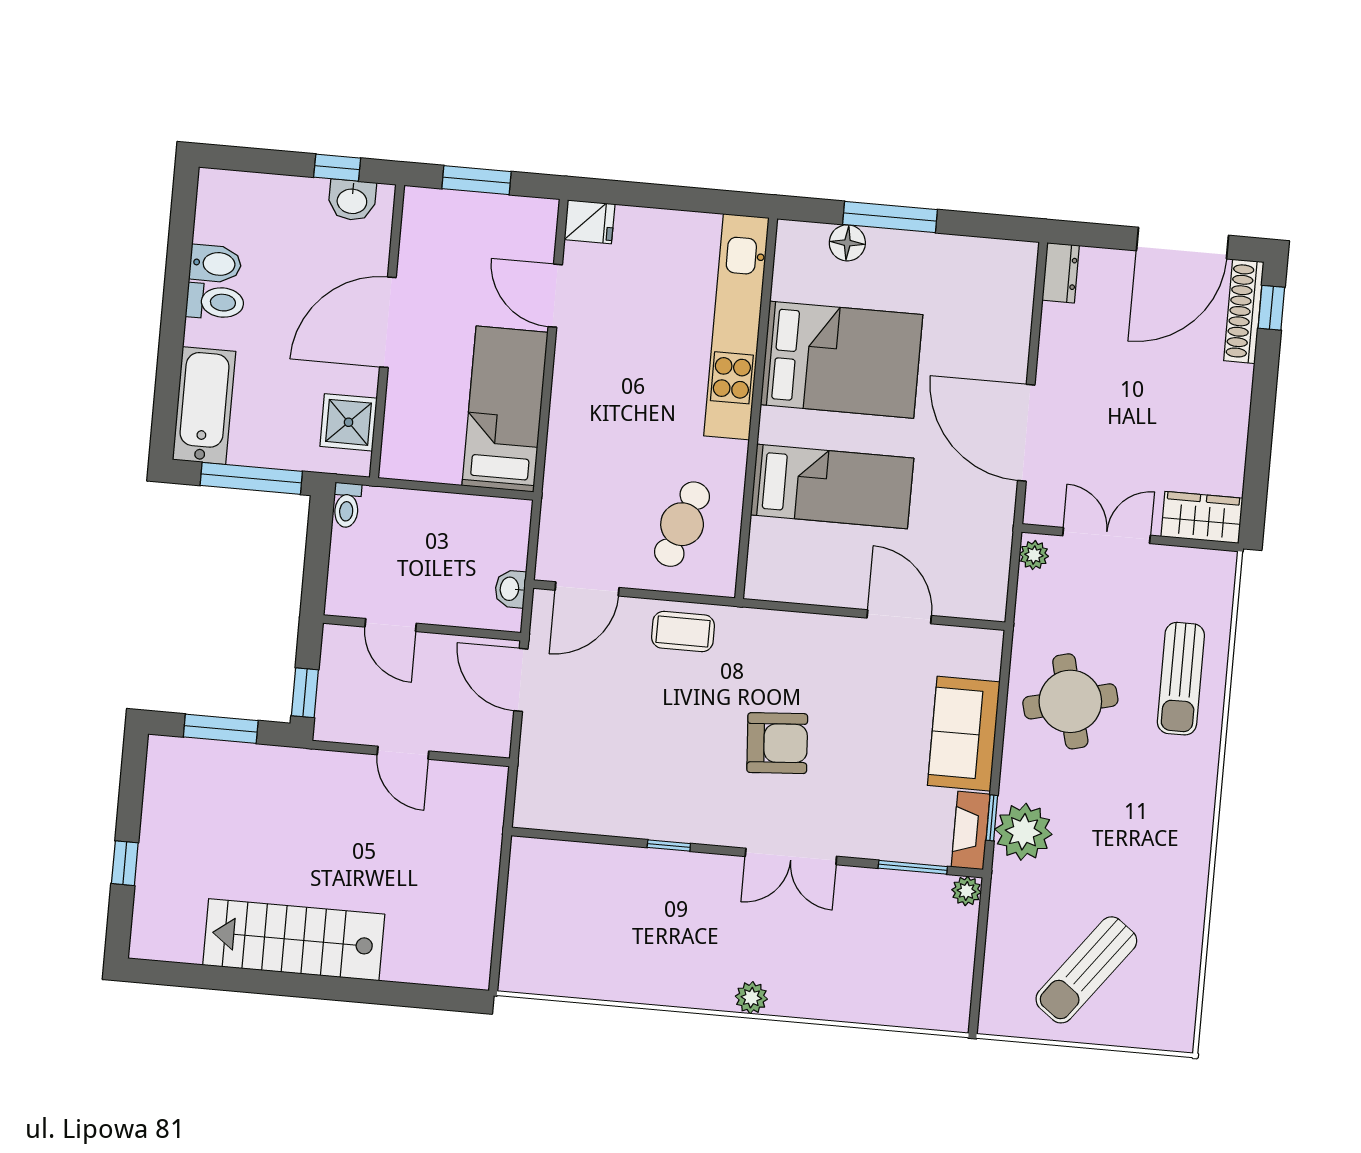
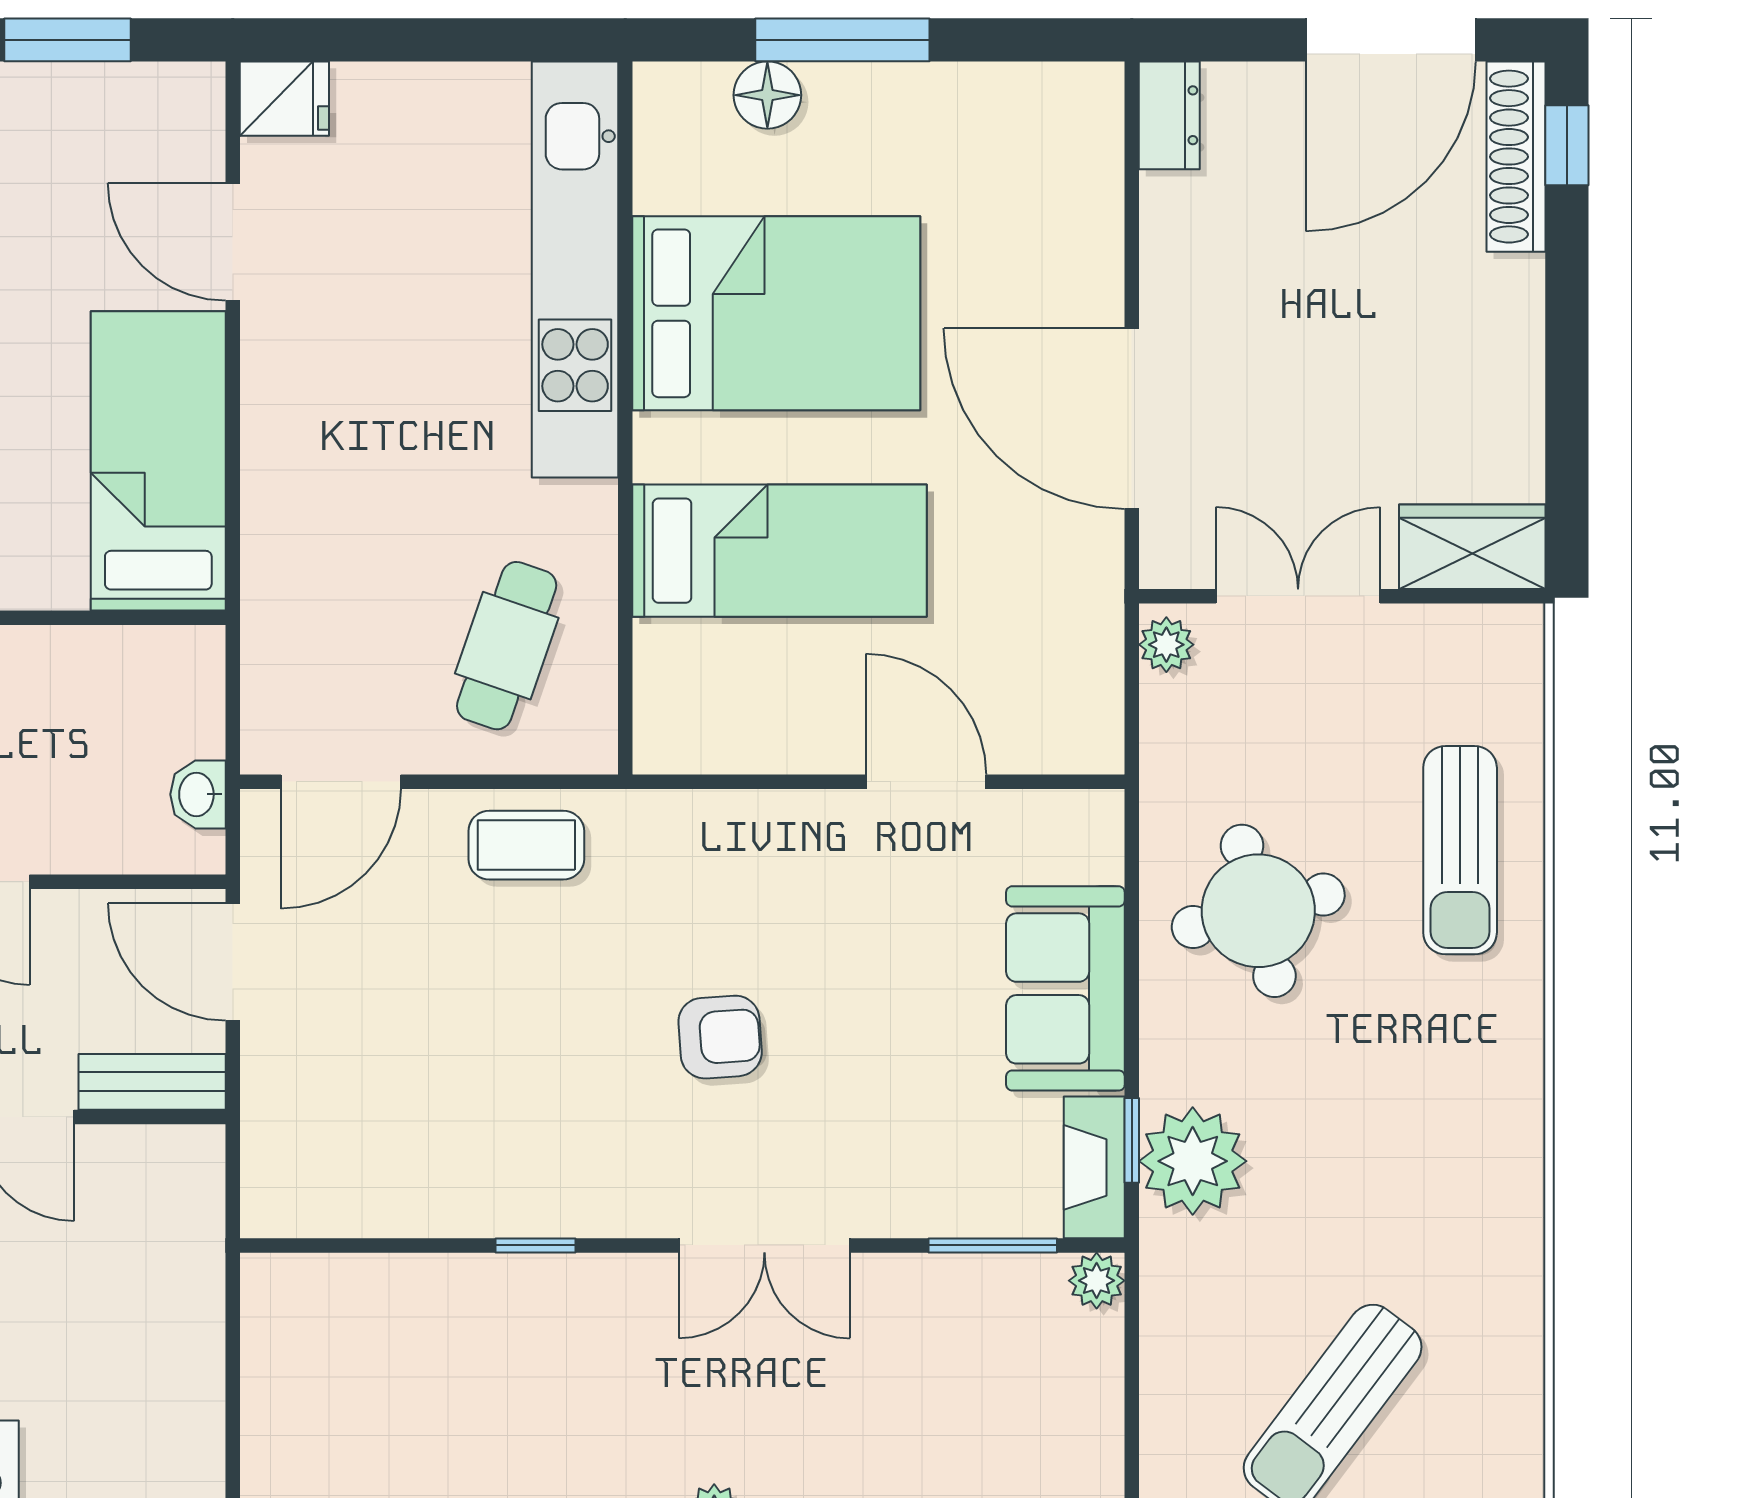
bench: (472, 740) -> (152, 1082), added
armchair: (777, 743) -> (720, 1037), width x0.72, depth x0.72

